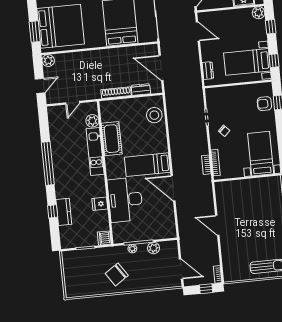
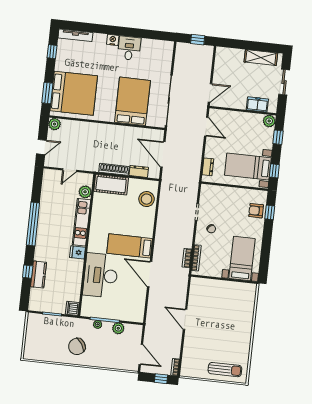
cot: (112, 139) -> (111, 185), moved, turned 90
fridge: (100, 204) -> (77, 252), moved

